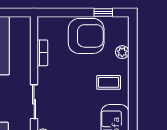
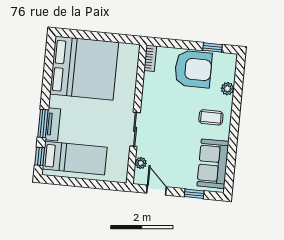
bookcase: (42, 53) -> (150, 58), moved

